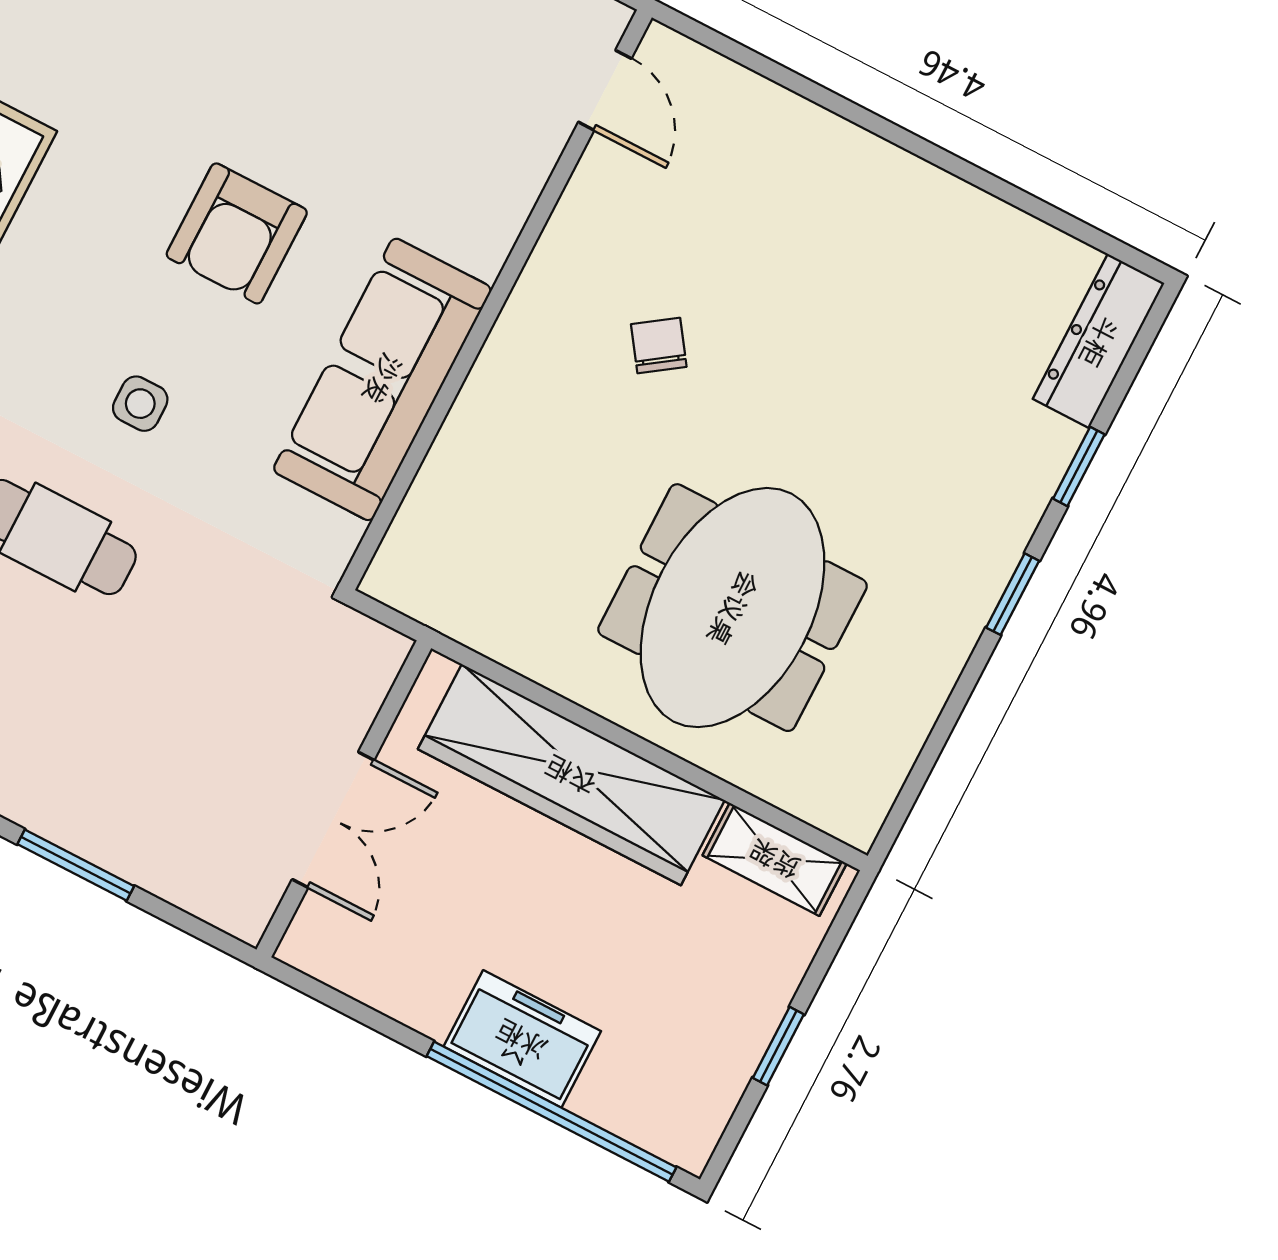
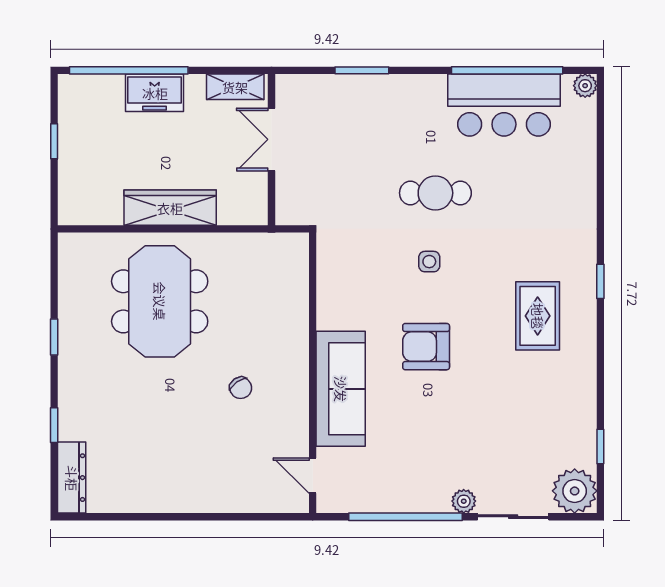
armchair: (237, 233) -> (426, 347), turned -90
sofa: (382, 379) -> (341, 389), moved
window: (1013, 594) -> (54, 337), moved
wardrobe: (571, 775) -> (170, 208), width x0.71, depth x0.85
shelving: (775, 859) -> (235, 87), moved

